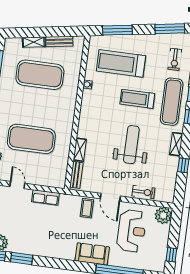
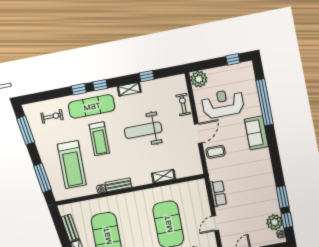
bench: (76, 175) -> (118, 185), moved

